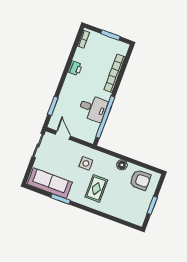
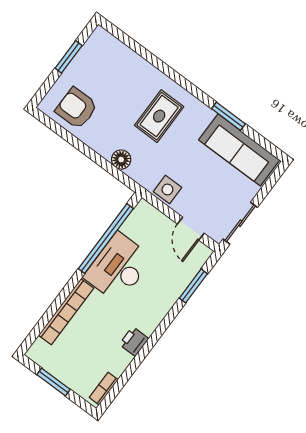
desk: (93, 108) -> (118, 268), width x1.37
side table: (86, 163) -> (167, 189), moved
floor lamp: (122, 165) -> (121, 160), moved

